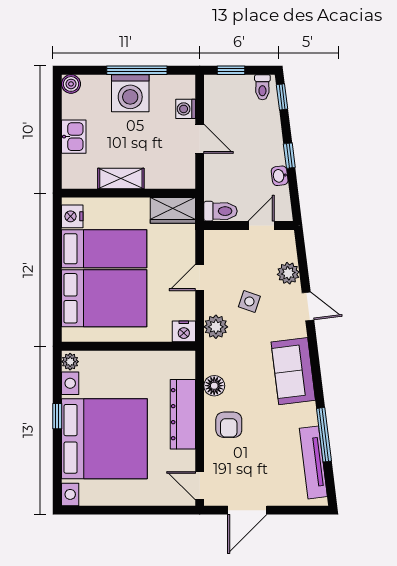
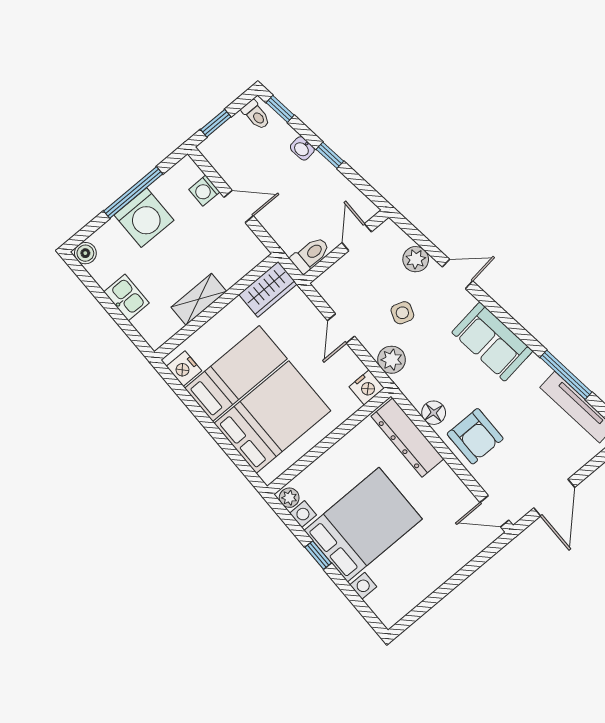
washbasin: (280, 176) -> (302, 148), moved
dresser: (183, 414) -> (407, 438), moved
armchair: (229, 425) -> (475, 436), width x1.38, depth x1.38
bed with nightstands: (104, 439) -> (363, 525), width x0.73

